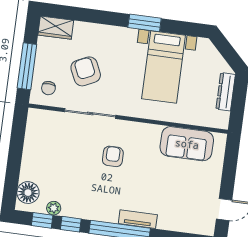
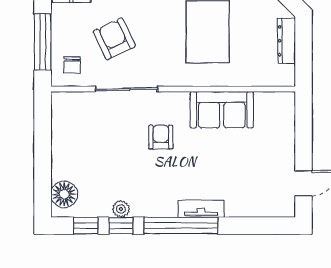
sofa: (187, 144) -> (222, 110), moved
plant: (54, 208) -> (121, 209), moved

